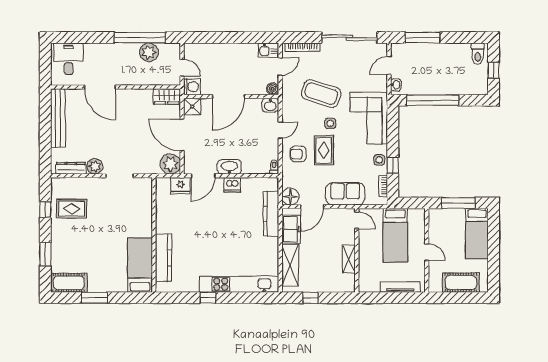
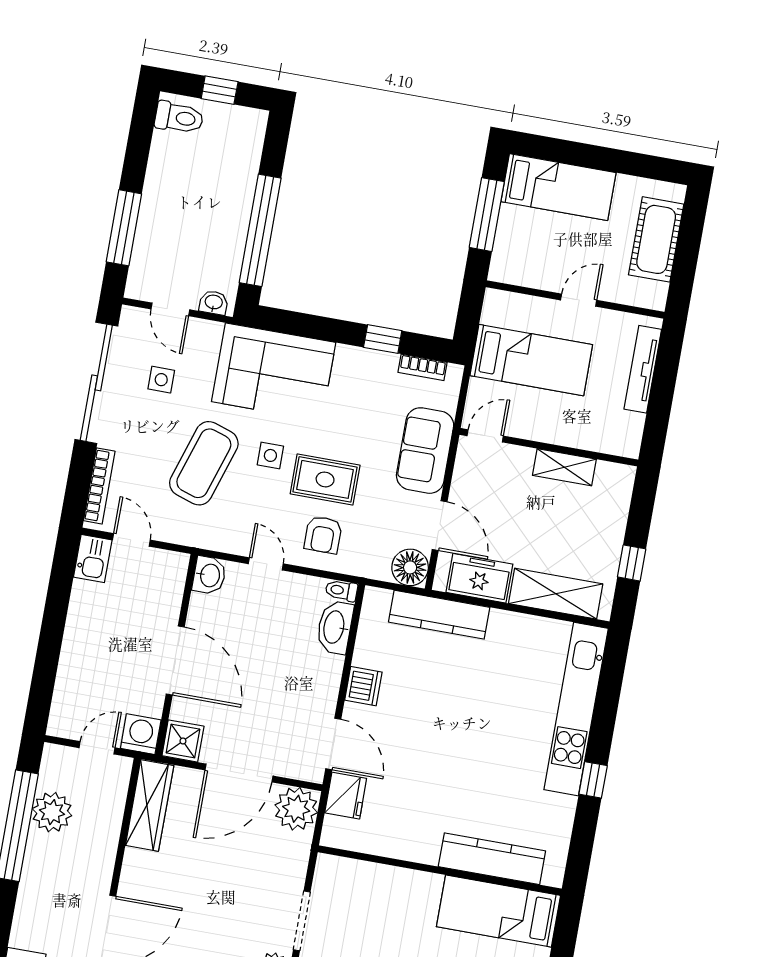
boiler: (273, 89) -> (176, 564), removed
wardrobe: (167, 97) -> (150, 805), width x1.50
side table: (379, 160) -> (161, 380), moved
washbasin: (229, 167) -> (335, 627), moved

